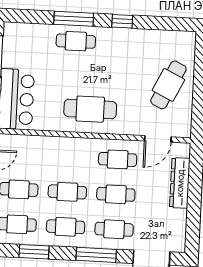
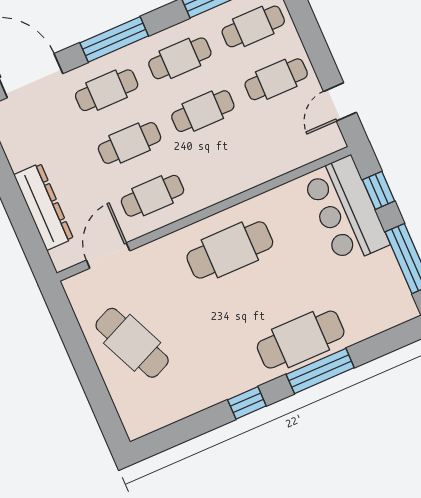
cafe table: (76, 41) -> (301, 340), width x1.37, depth x1.35
cafe table: (168, 85) -> (132, 343), turned -50

